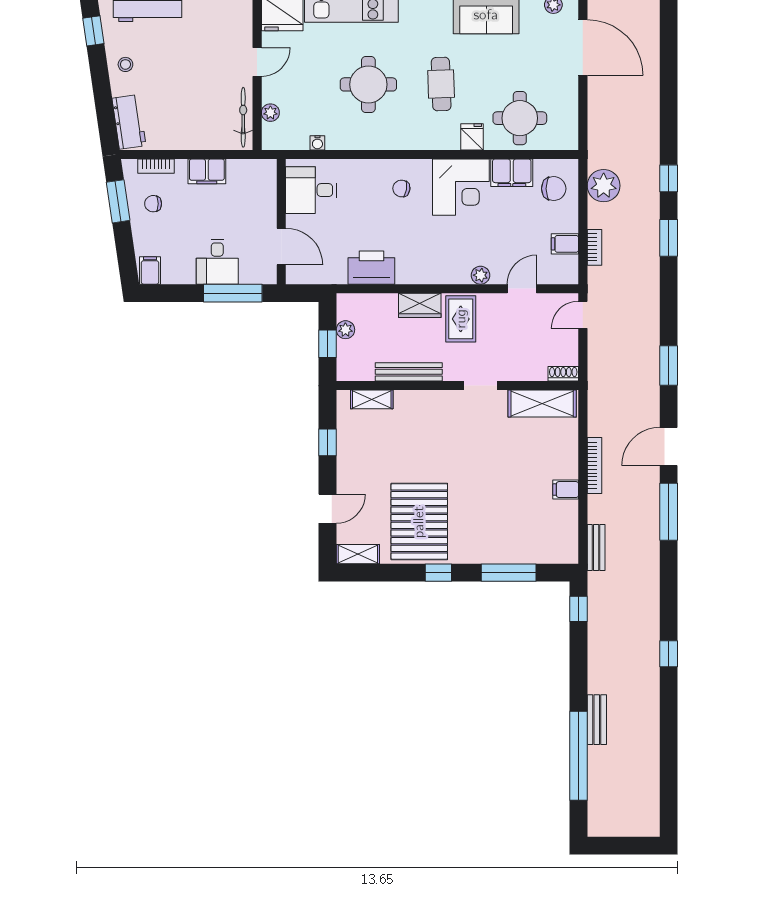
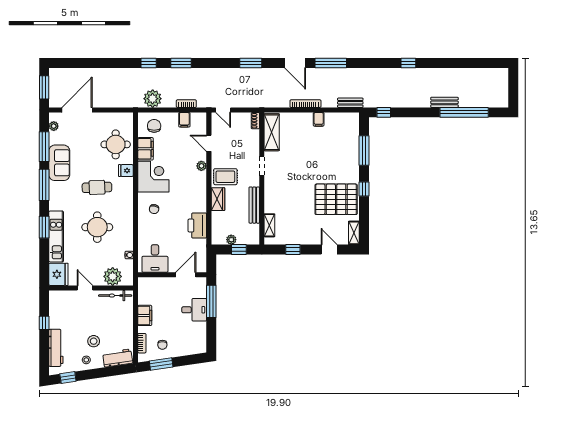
stool: (160, 78) -> (94, 341), added
plant: (270, 113) -> (113, 276), width x1.87, depth x1.87
filing cabinet: (150, 271) -> (199, 347), removed

